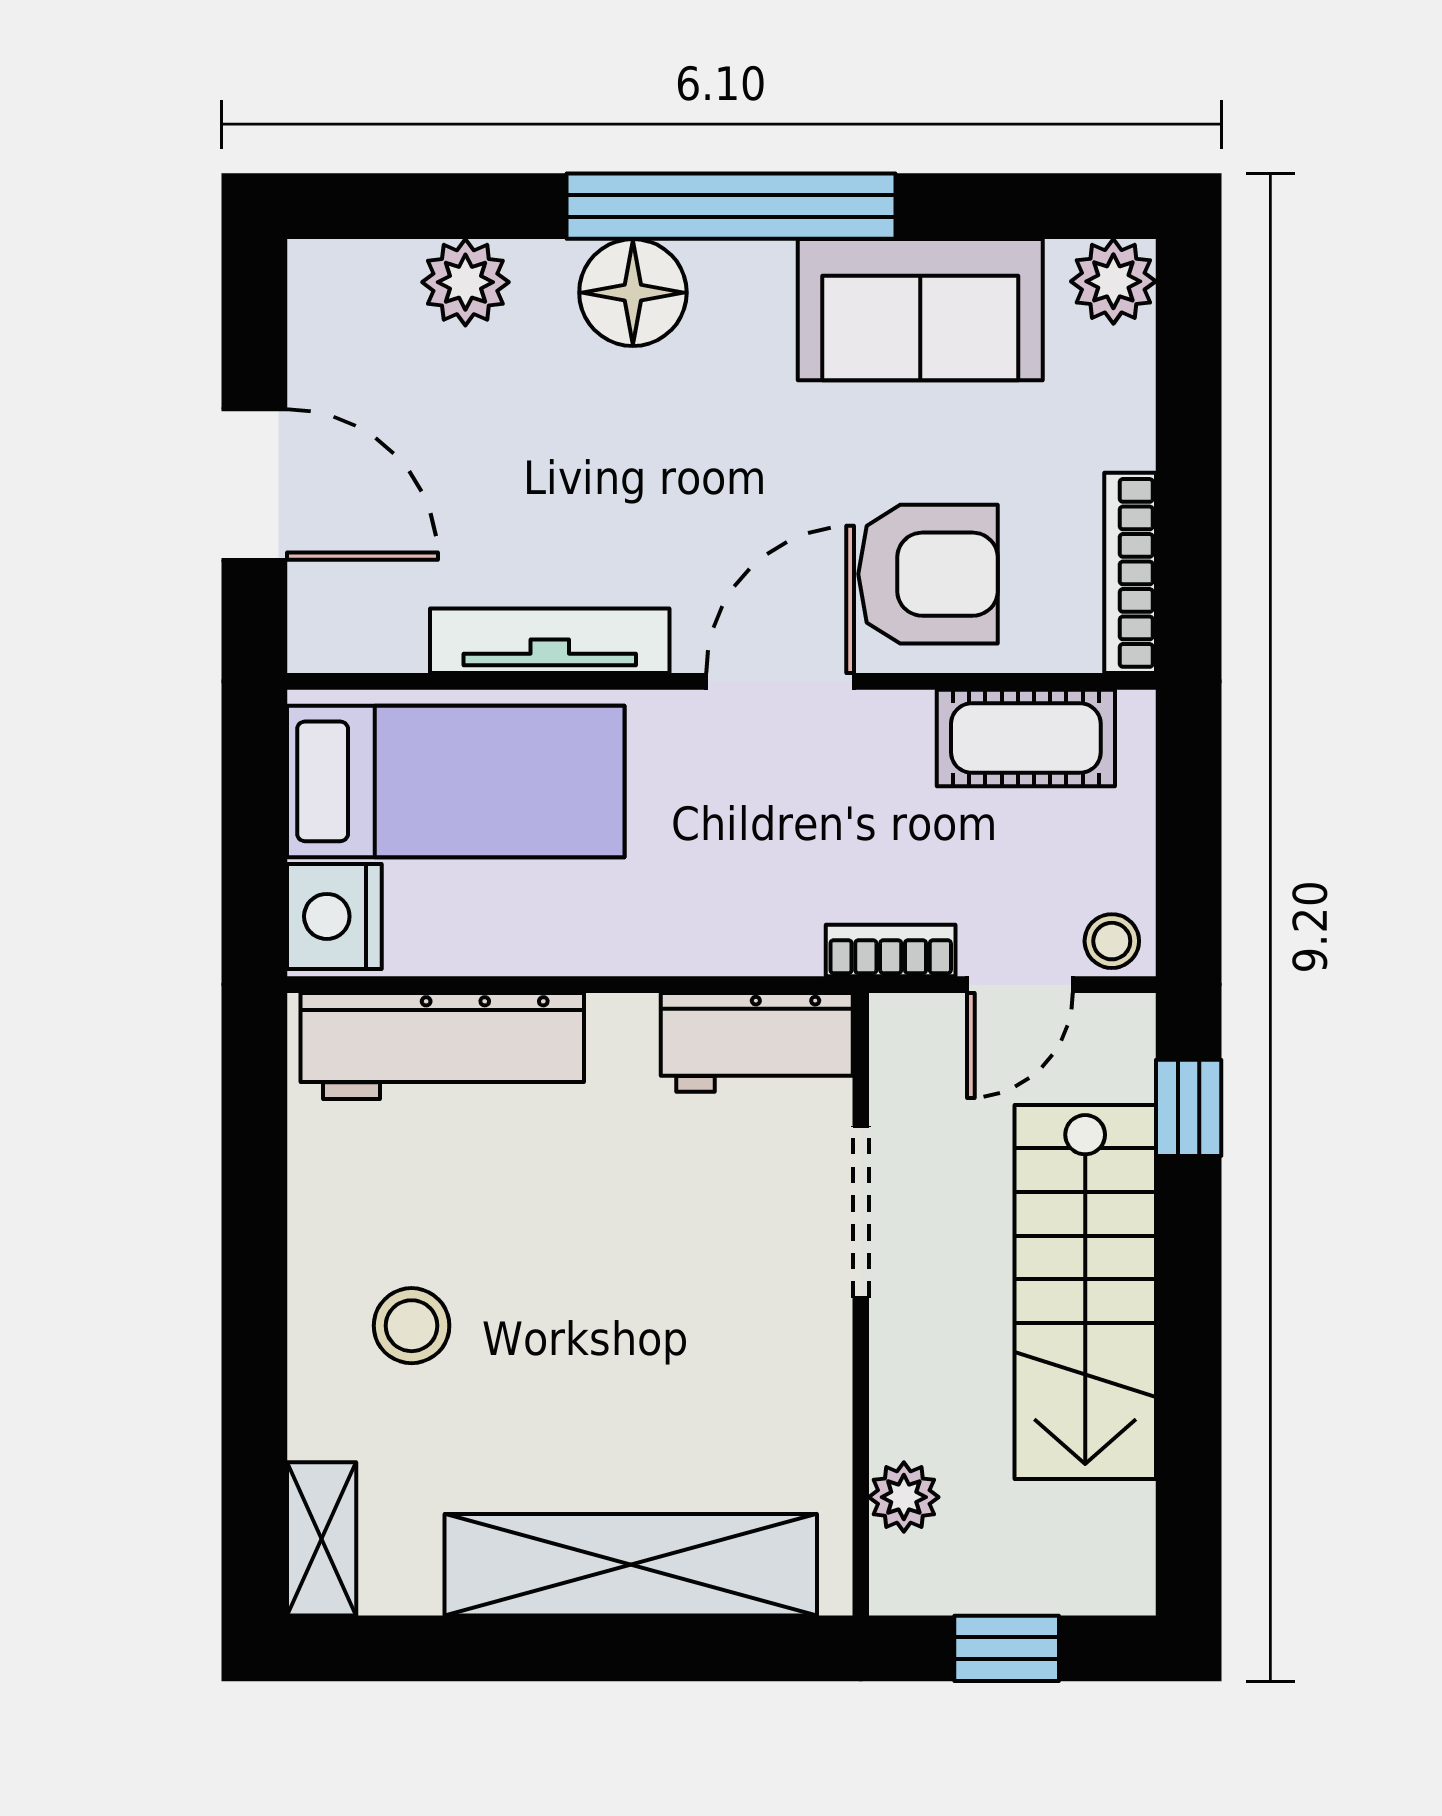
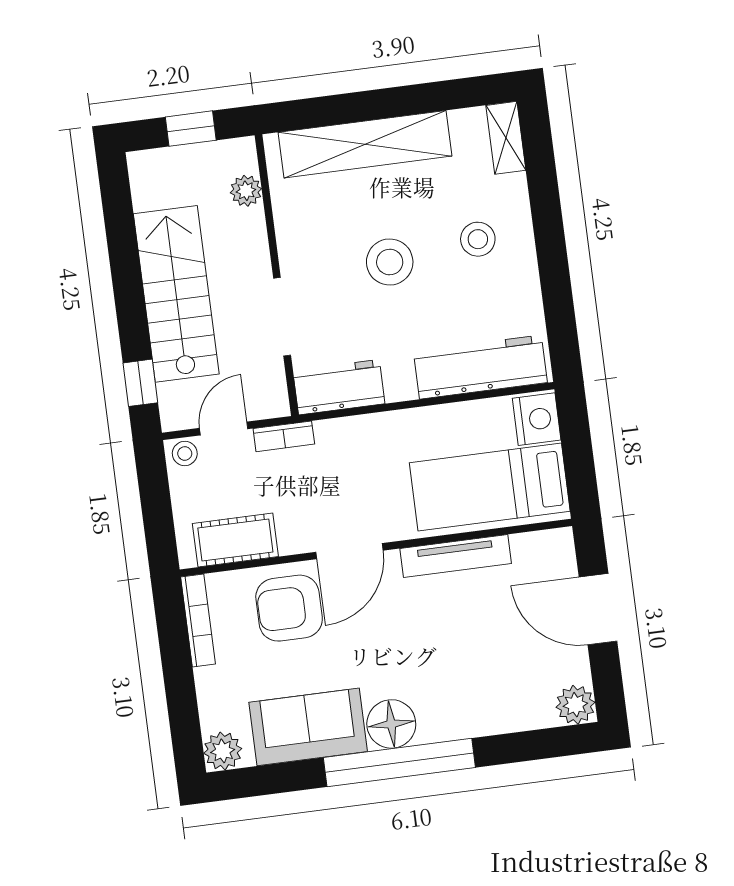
plant: (465, 282) -> (575, 705), moved
floor lamp: (633, 293) -> (391, 724), moved
stool: (610, 1301) -> (390, 262), added

